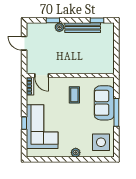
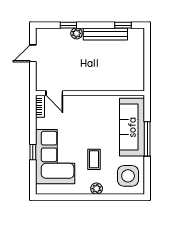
door: (24, 43) -> (33, 53), hinge flipped
coffee table: (74, 95) -> (94, 159), moved
sofa: (104, 103) -> (132, 127), width x1.36

